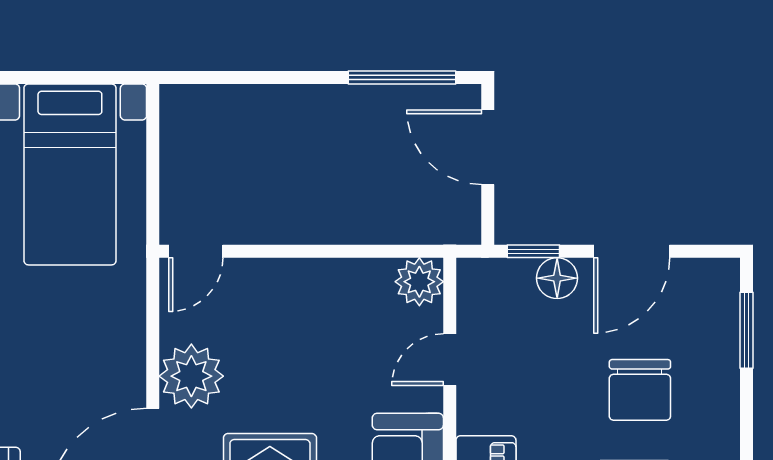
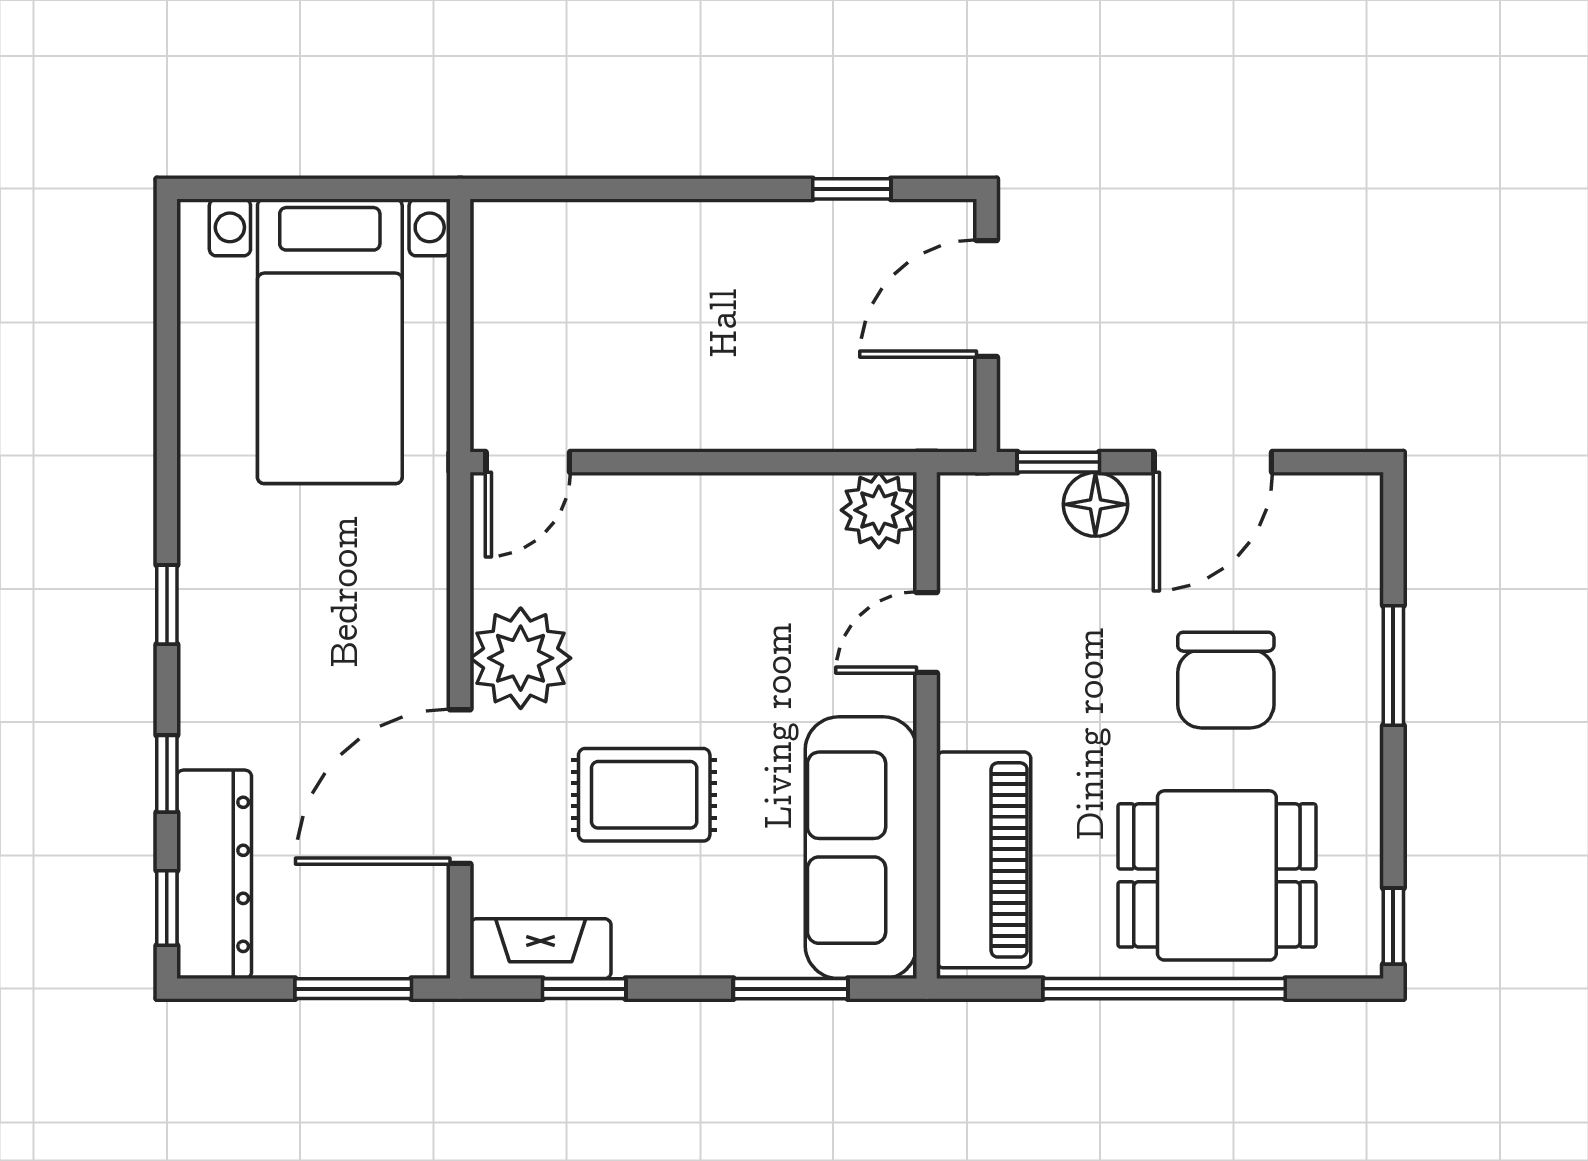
window: (402, 77) -> (852, 189), width x0.46
door: (488, 147) -> (987, 299), hinge flipped
window: (746, 330) -> (1393, 666), moved

